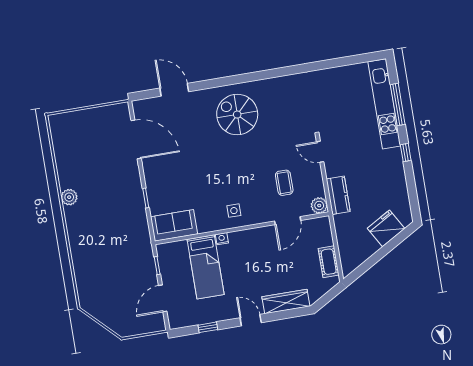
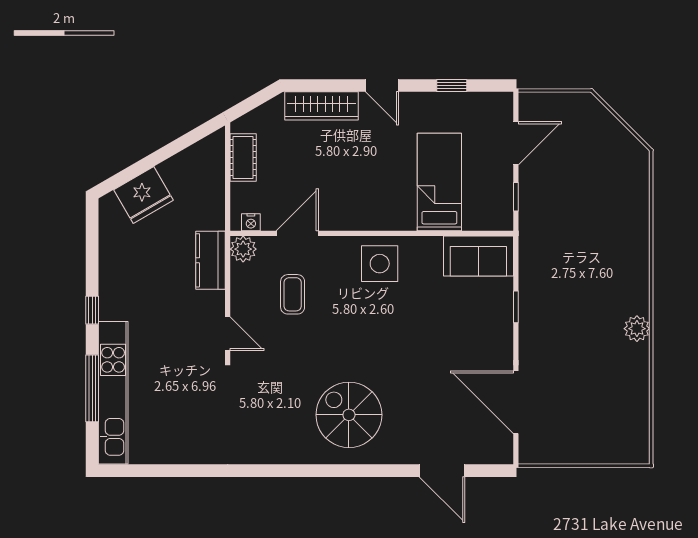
spiral stairs: (237, 115) -> (349, 415), turned 180
side table: (234, 211) -> (380, 264), width x1.87, depth x1.87
nightstand: (222, 239) -> (251, 222), moved

